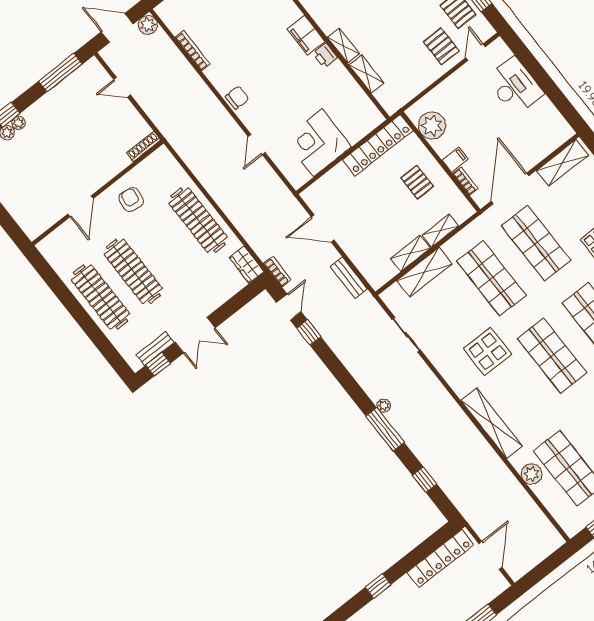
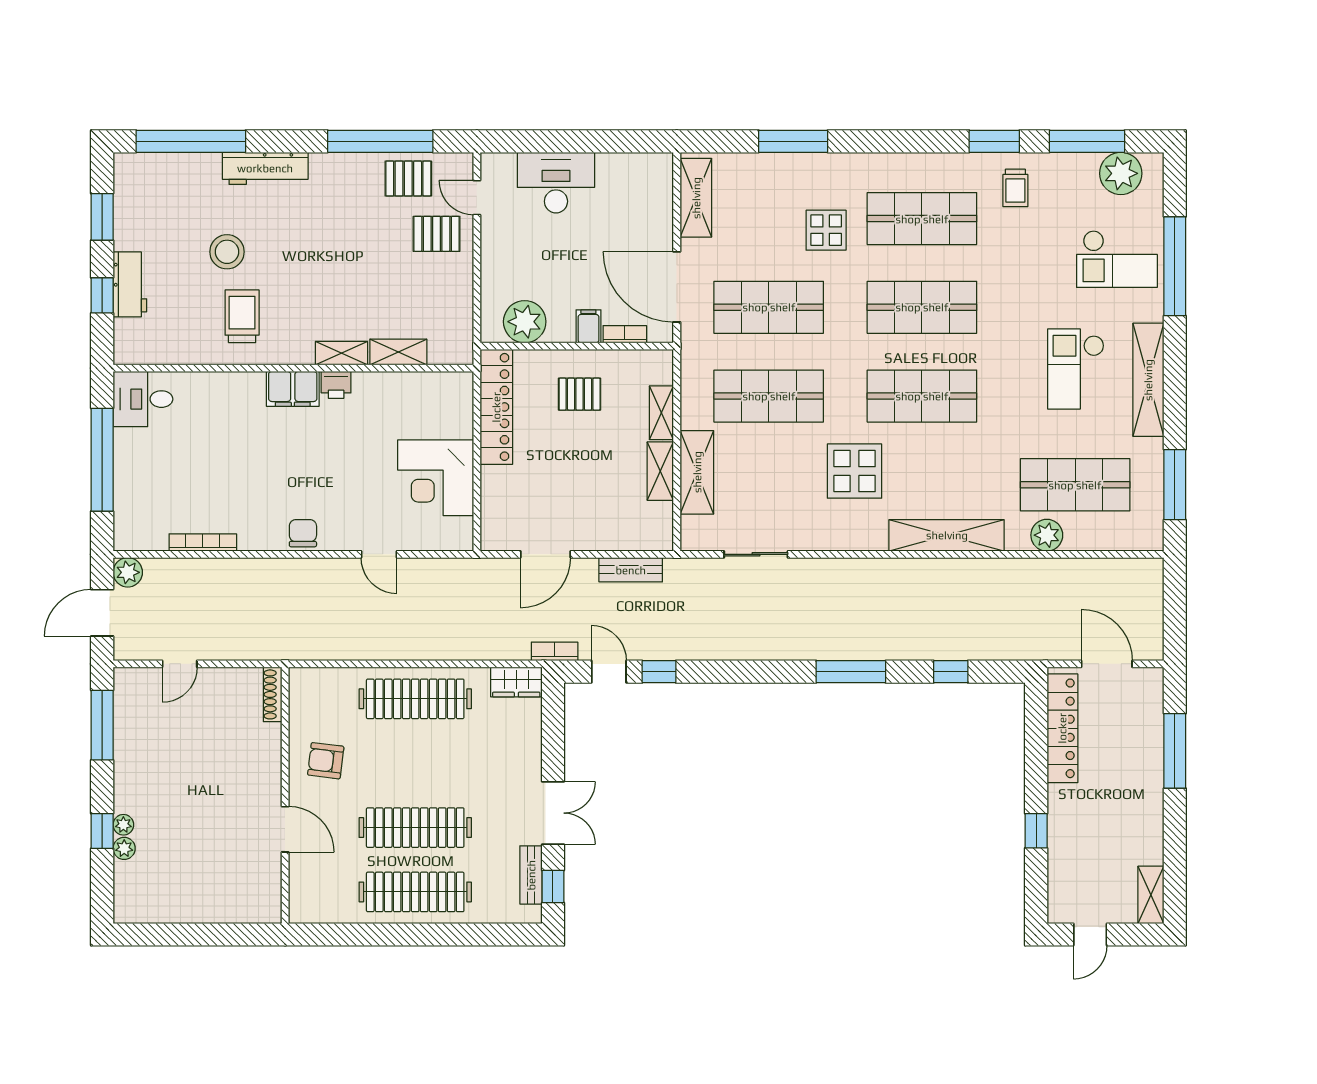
plant: (384, 406) -> (821, 650), removed

